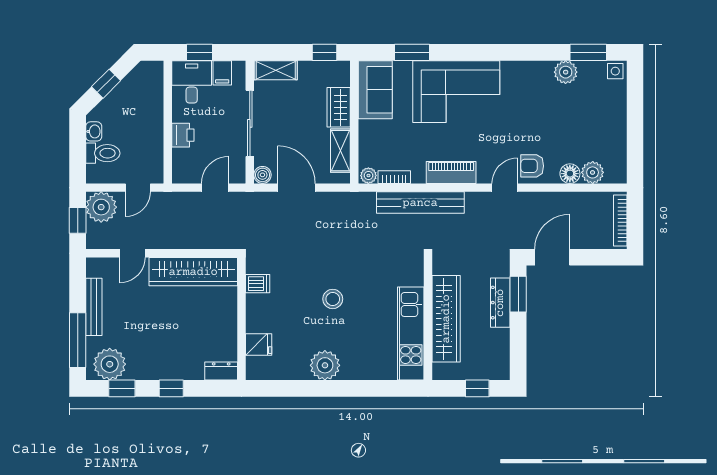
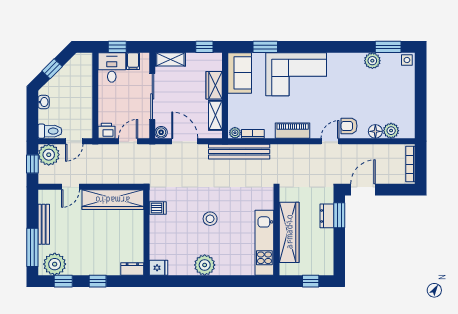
printer: (183, 135) -> (106, 131), moved, turned -90
toilet: (103, 153) -> (50, 131), moved
bench: (420, 203) -> (239, 152), moved
dresser: (500, 303) -> (327, 216), width x0.70
fridge: (259, 344) -> (158, 268), moved

